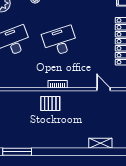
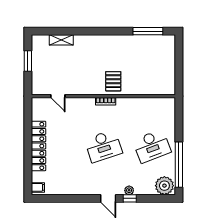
pallet: (50, 104) -> (113, 81), turned 90

